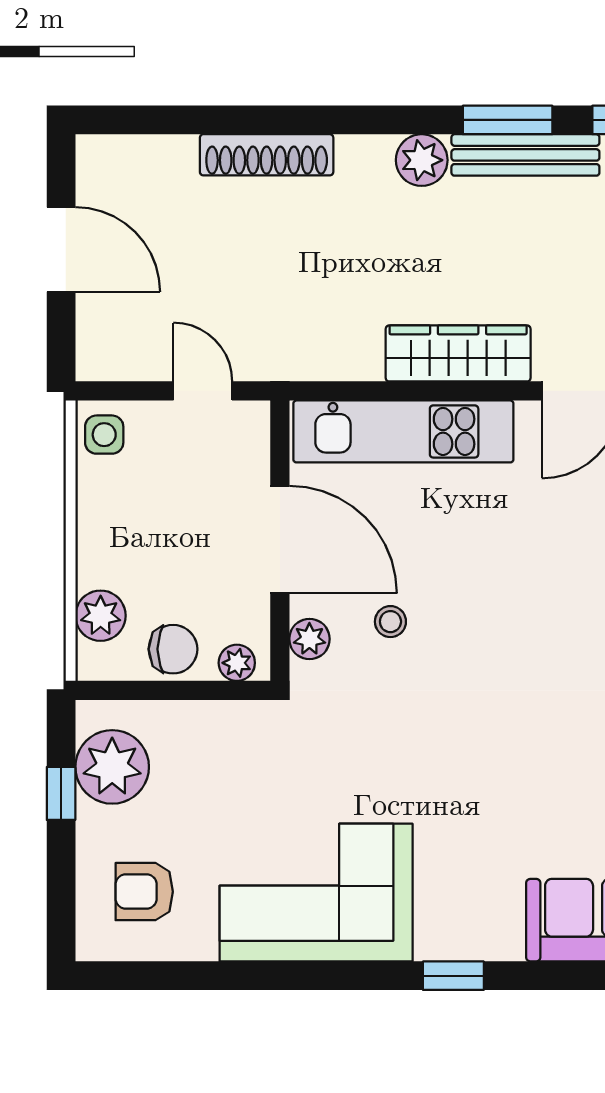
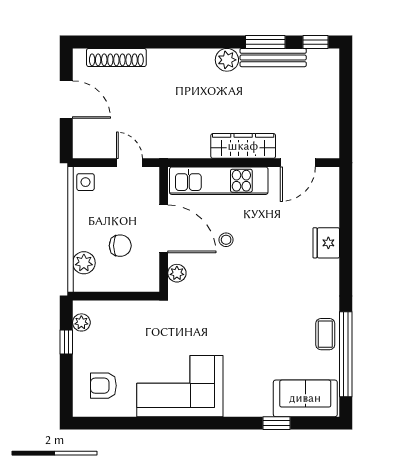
shoe rack: (267, 155) -> (116, 57), moved
stool: (390, 622) -> (226, 240), moved
chair: (173, 649) -> (120, 246), moved
plant: (237, 663) -> (145, 284), removed
plant: (112, 767) -> (81, 322), width x0.53, depth x0.53
window: (453, 976) -> (276, 423), moved

